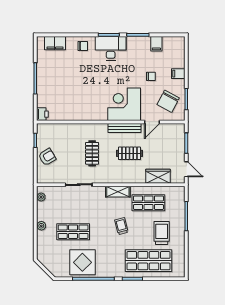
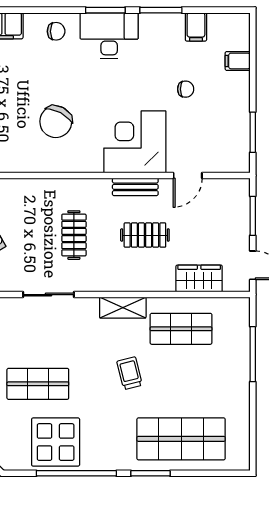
filing cabinet: (178, 74) -> (238, 61), moved
chair: (168, 101) -> (56, 122), moved
bench: (124, 128) -> (135, 187), width x0.73
trolley: (162, 233) -> (206, 386), removed

